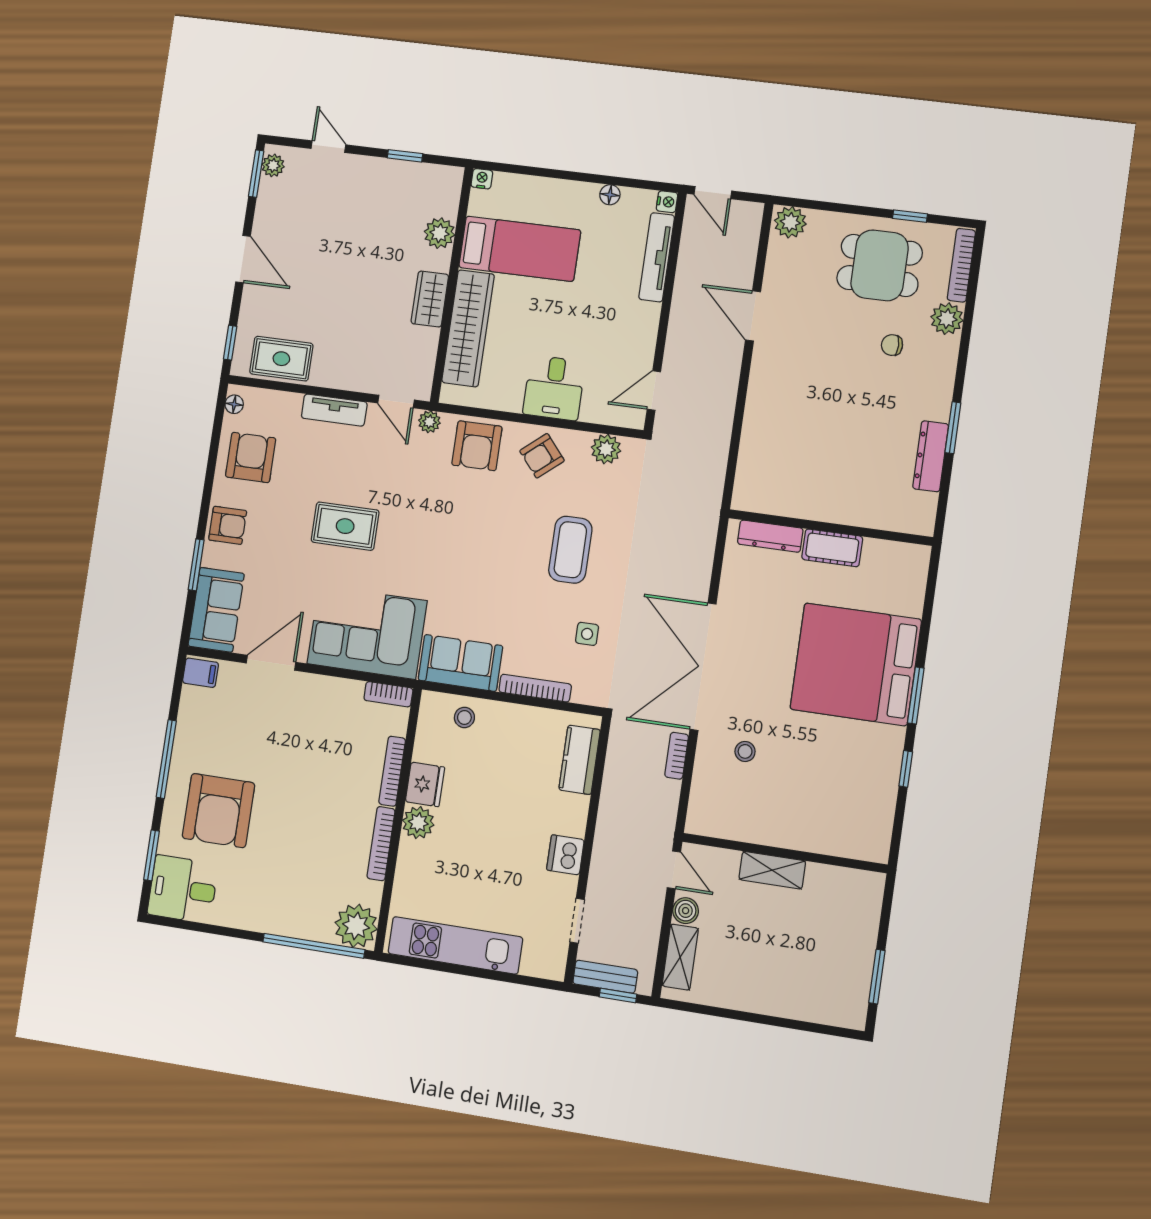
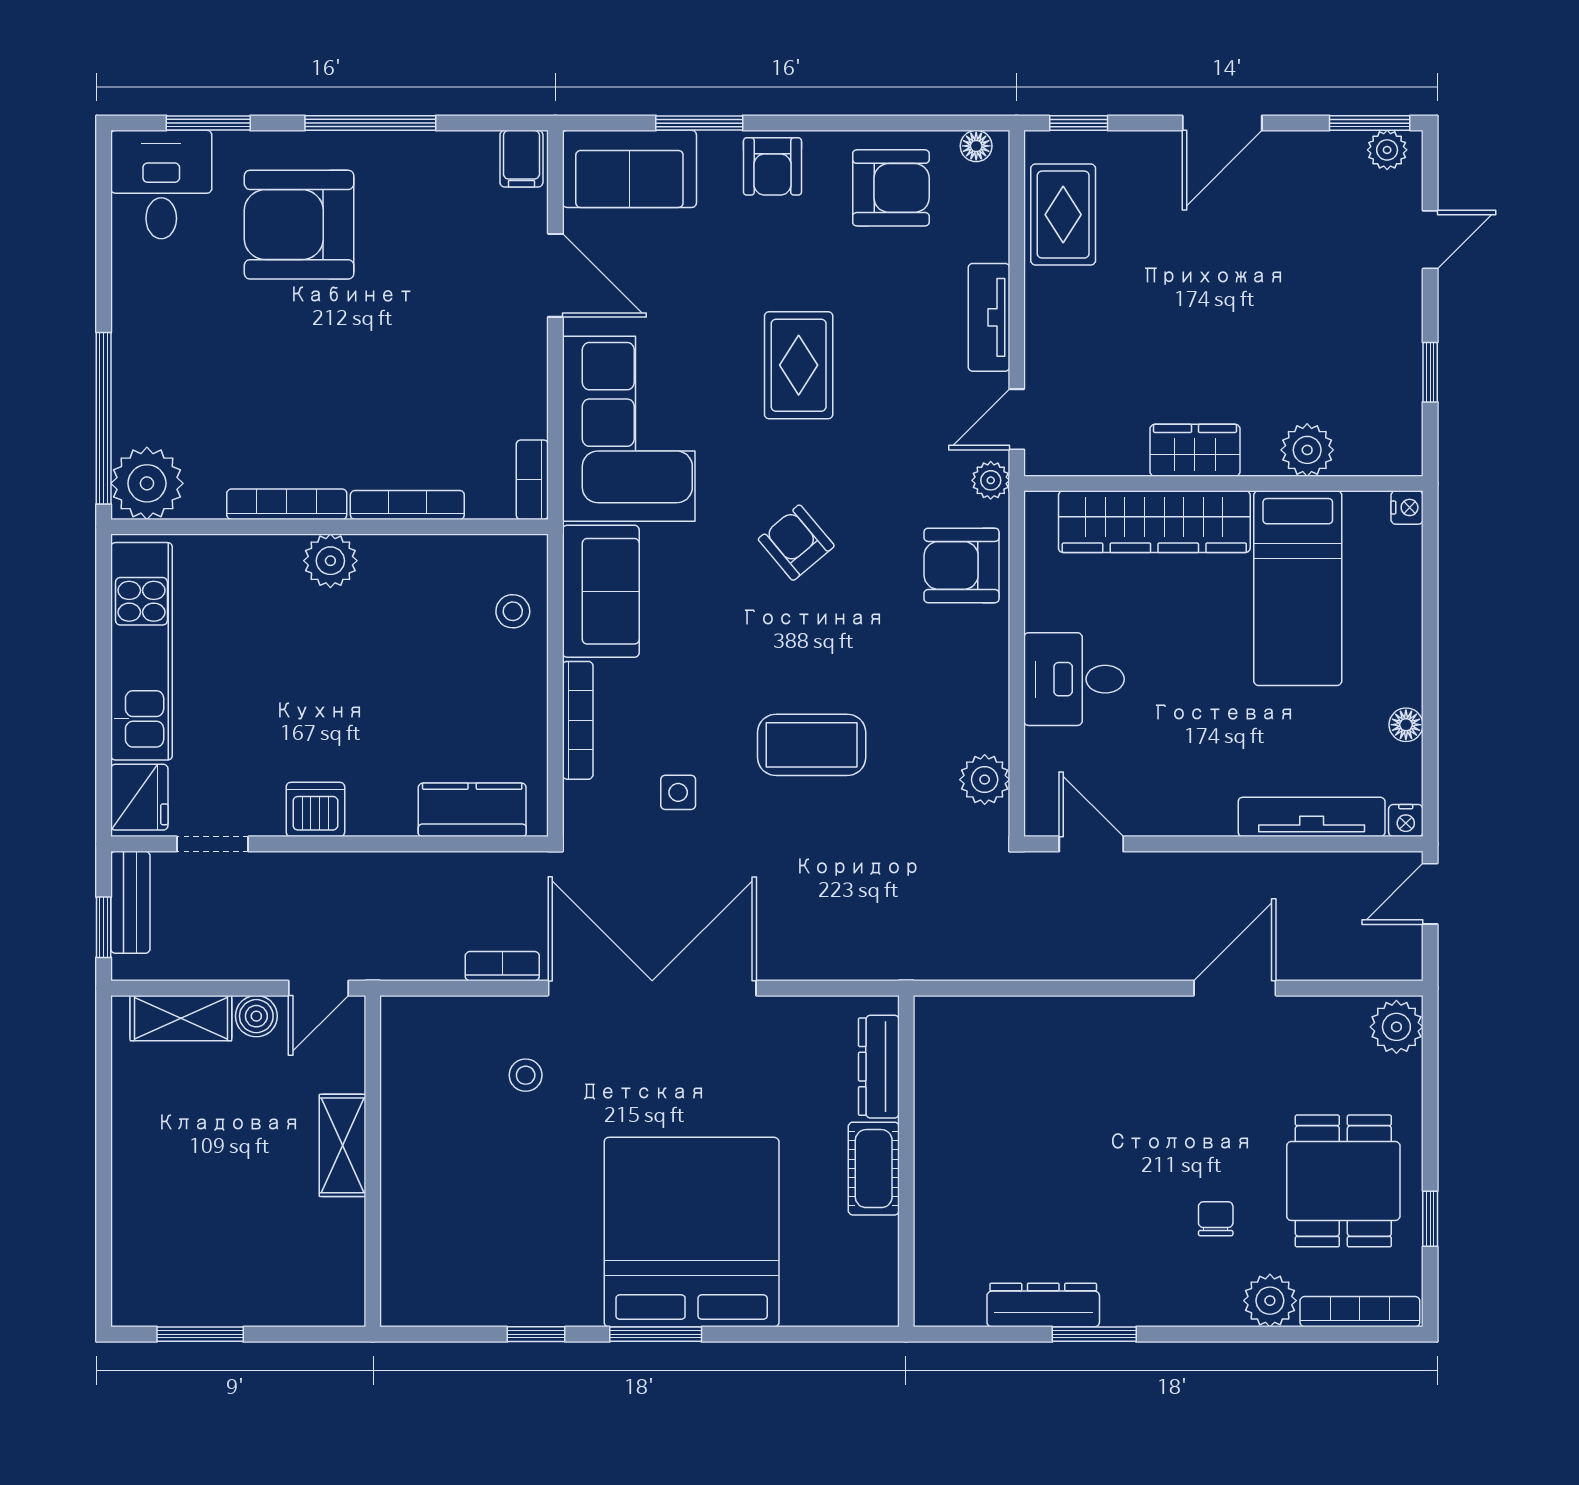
armchair: (542, 456) -> (796, 543), moved
fridge: (425, 784) -> (139, 797), moved, turned -90

